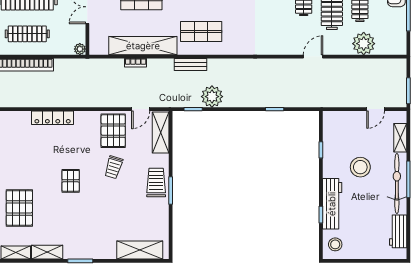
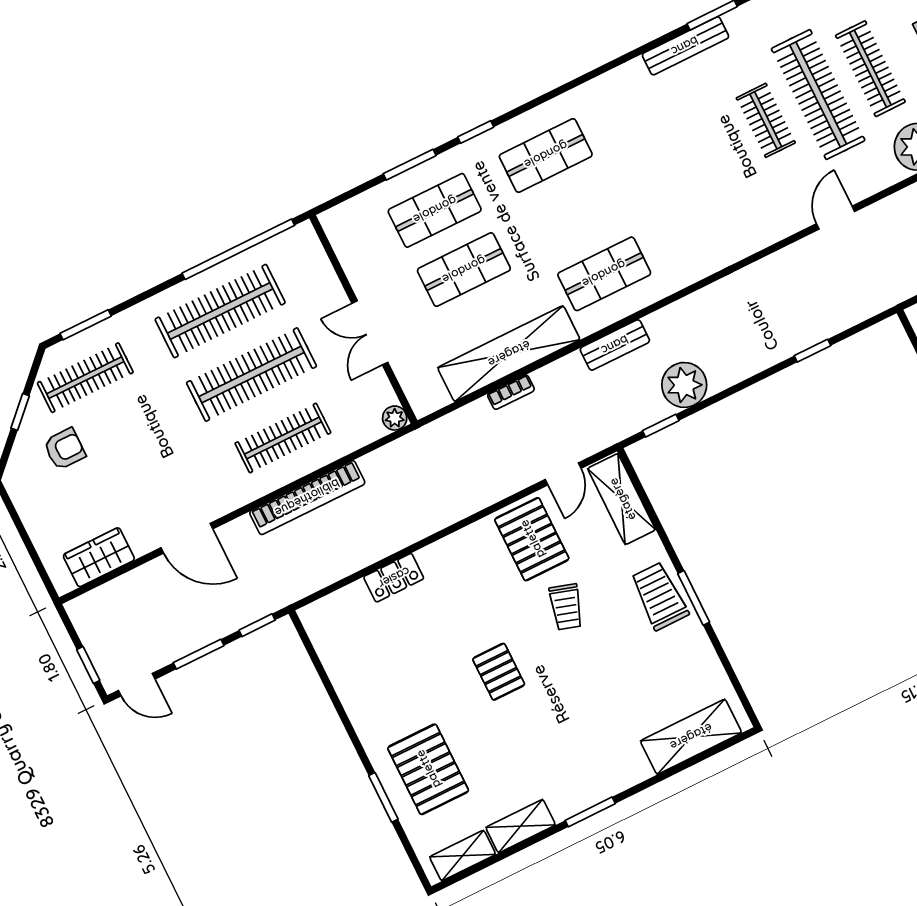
locker: (53, 118) -> (394, 578), width x0.66

